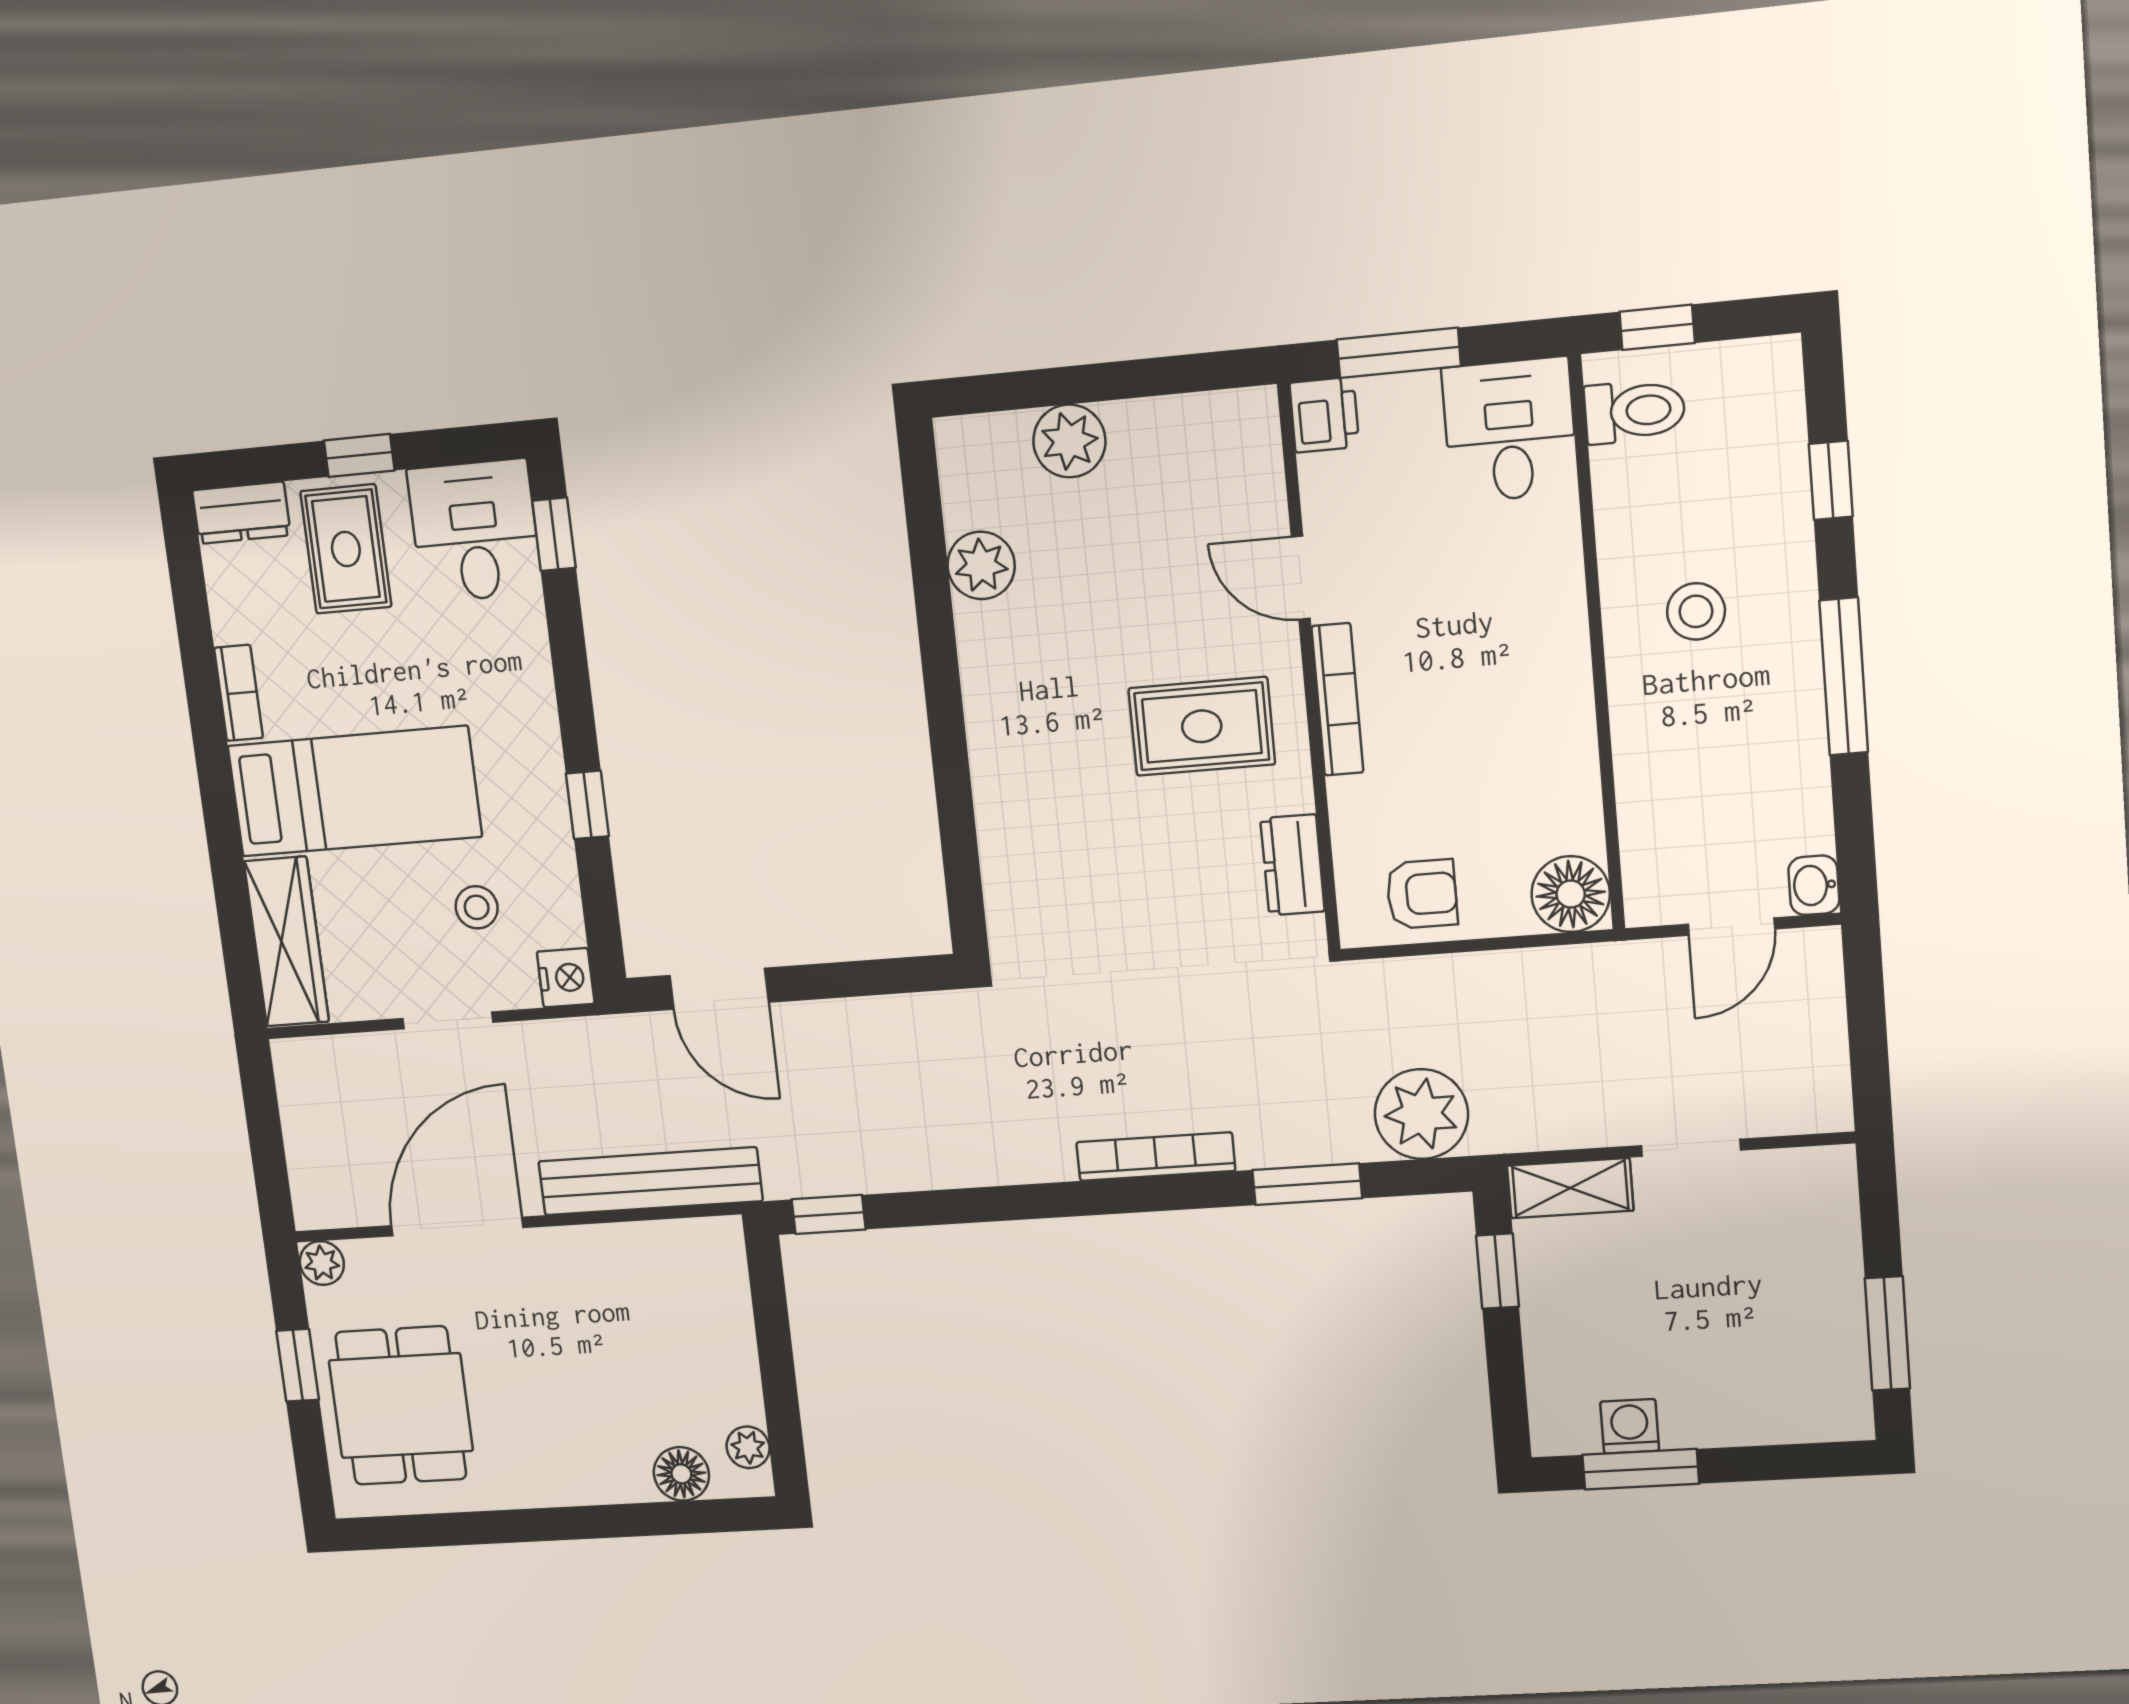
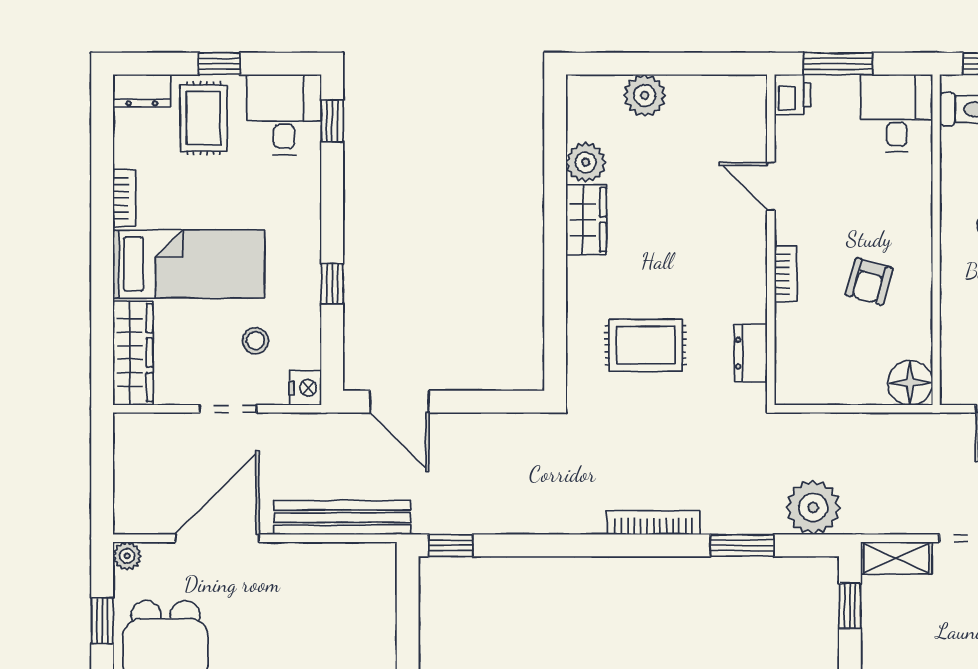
wardrobe: (992, 663) -> (586, 220), added
bookcase: (1337, 699) -> (786, 274), width x0.64
rug: (1202, 726) -> (645, 345), moved
armchair: (1422, 894) -> (869, 282), moved, turned 106

